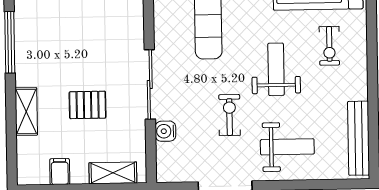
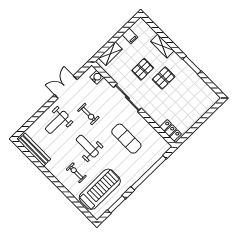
window: (10, 42) -> (192, 65), width x0.69
pallet: (69, 63) -> (164, 78), added
weight bench: (276, 69) -> (87, 146), turned 180
water cooler: (165, 131) -> (97, 77), moved

